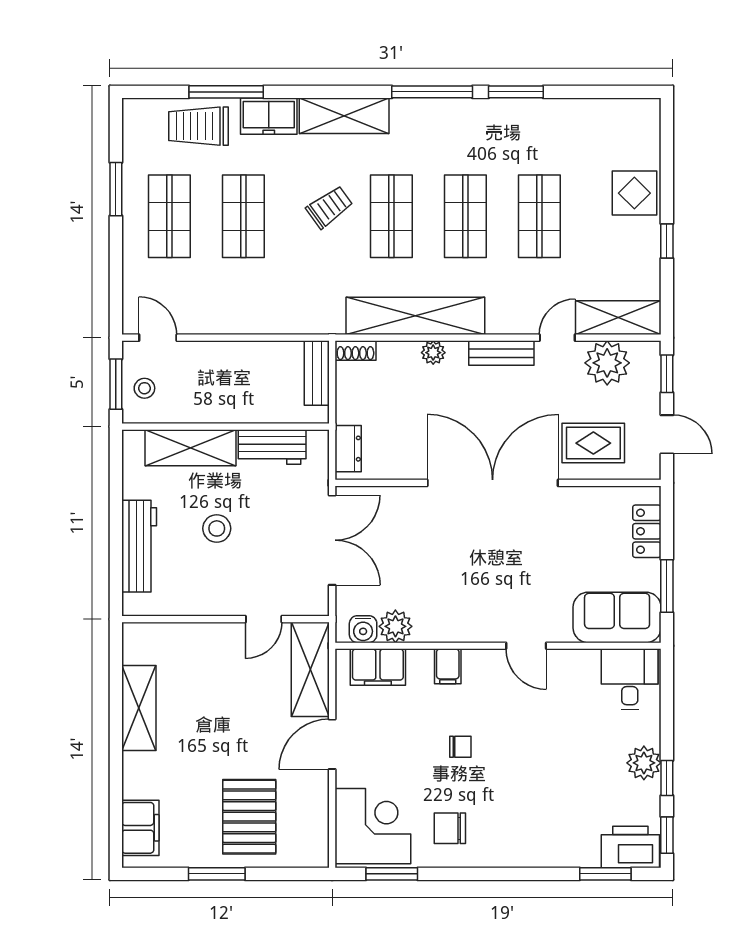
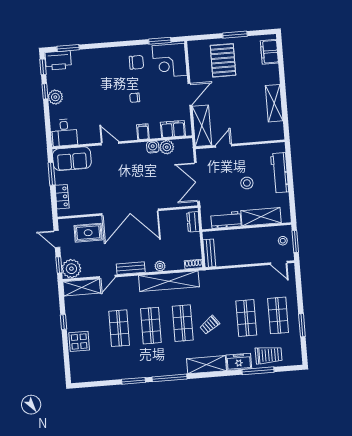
plant: (607, 363) -> (71, 269), moved
water cooler: (363, 629) -> (153, 147), moved

